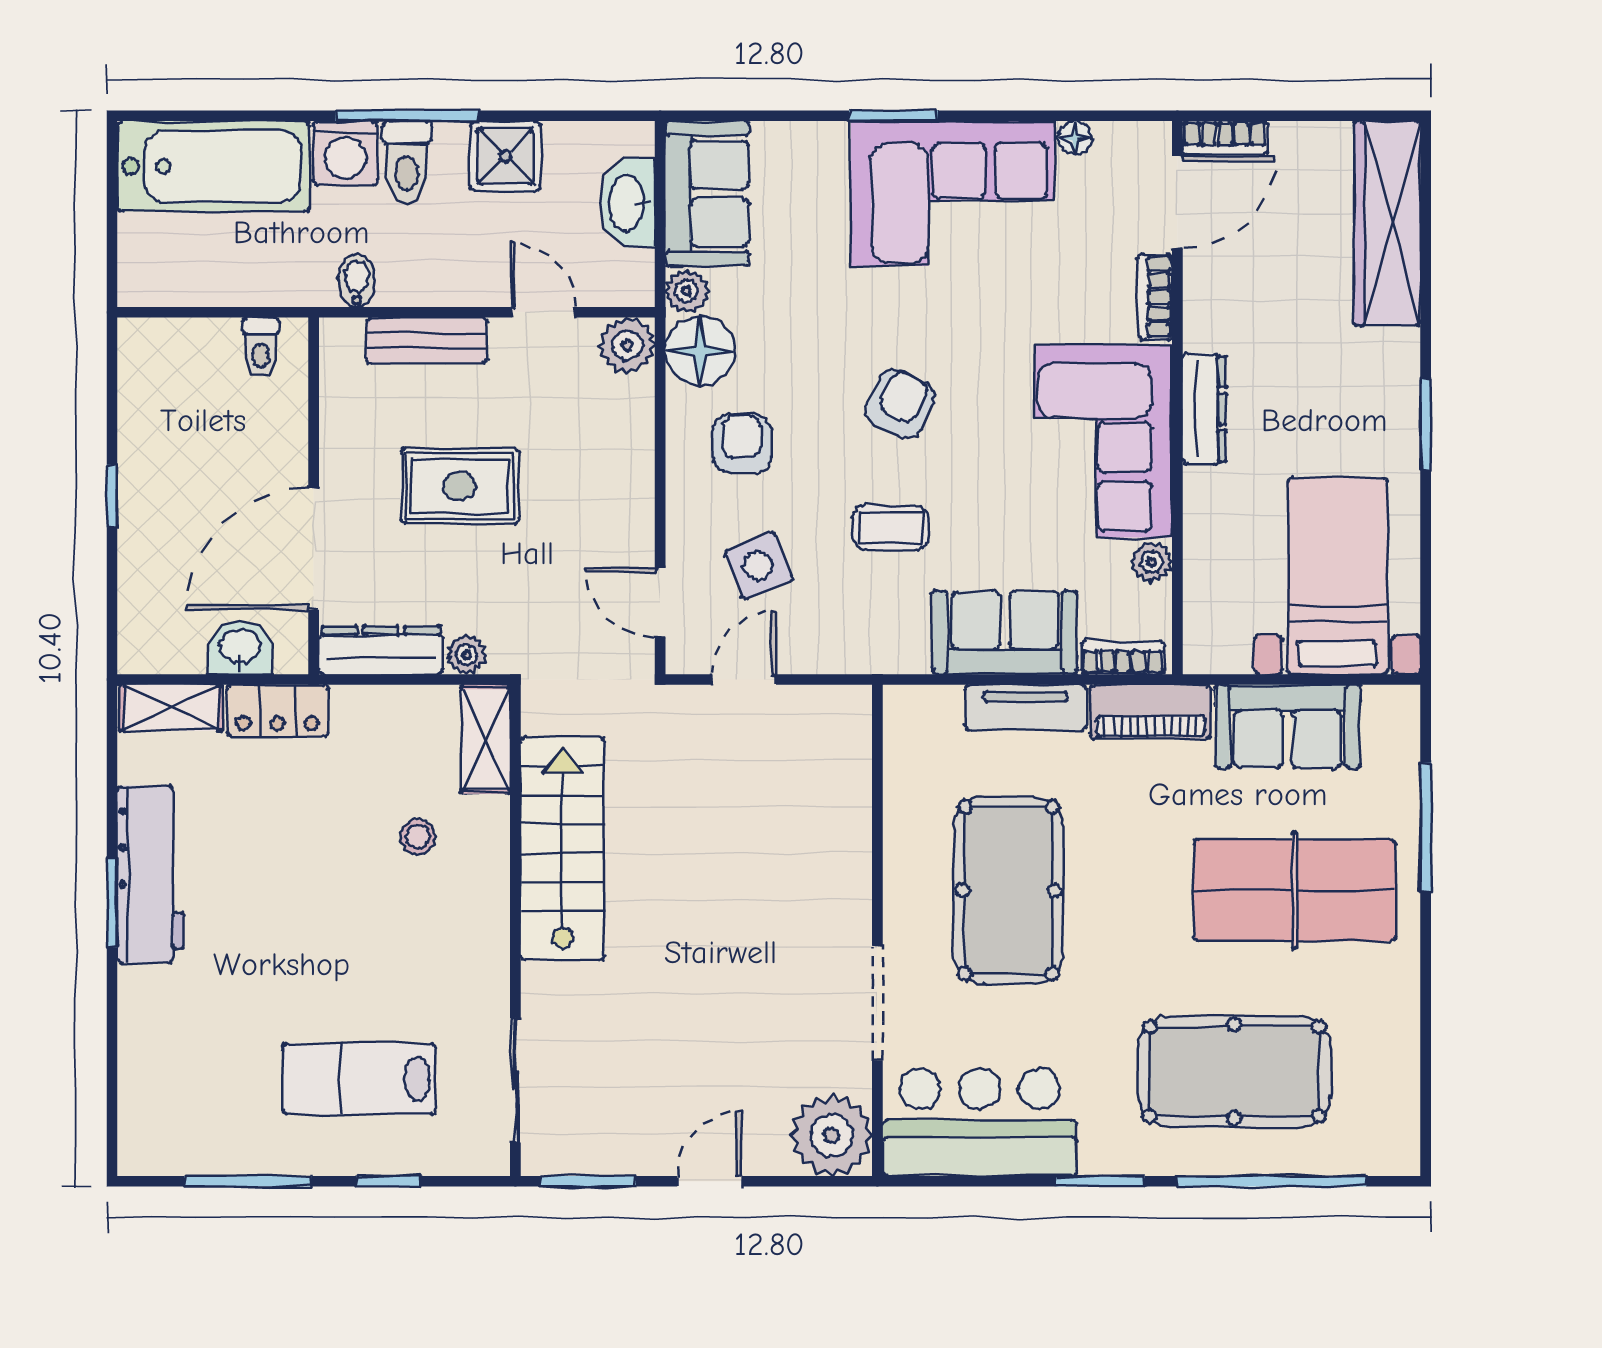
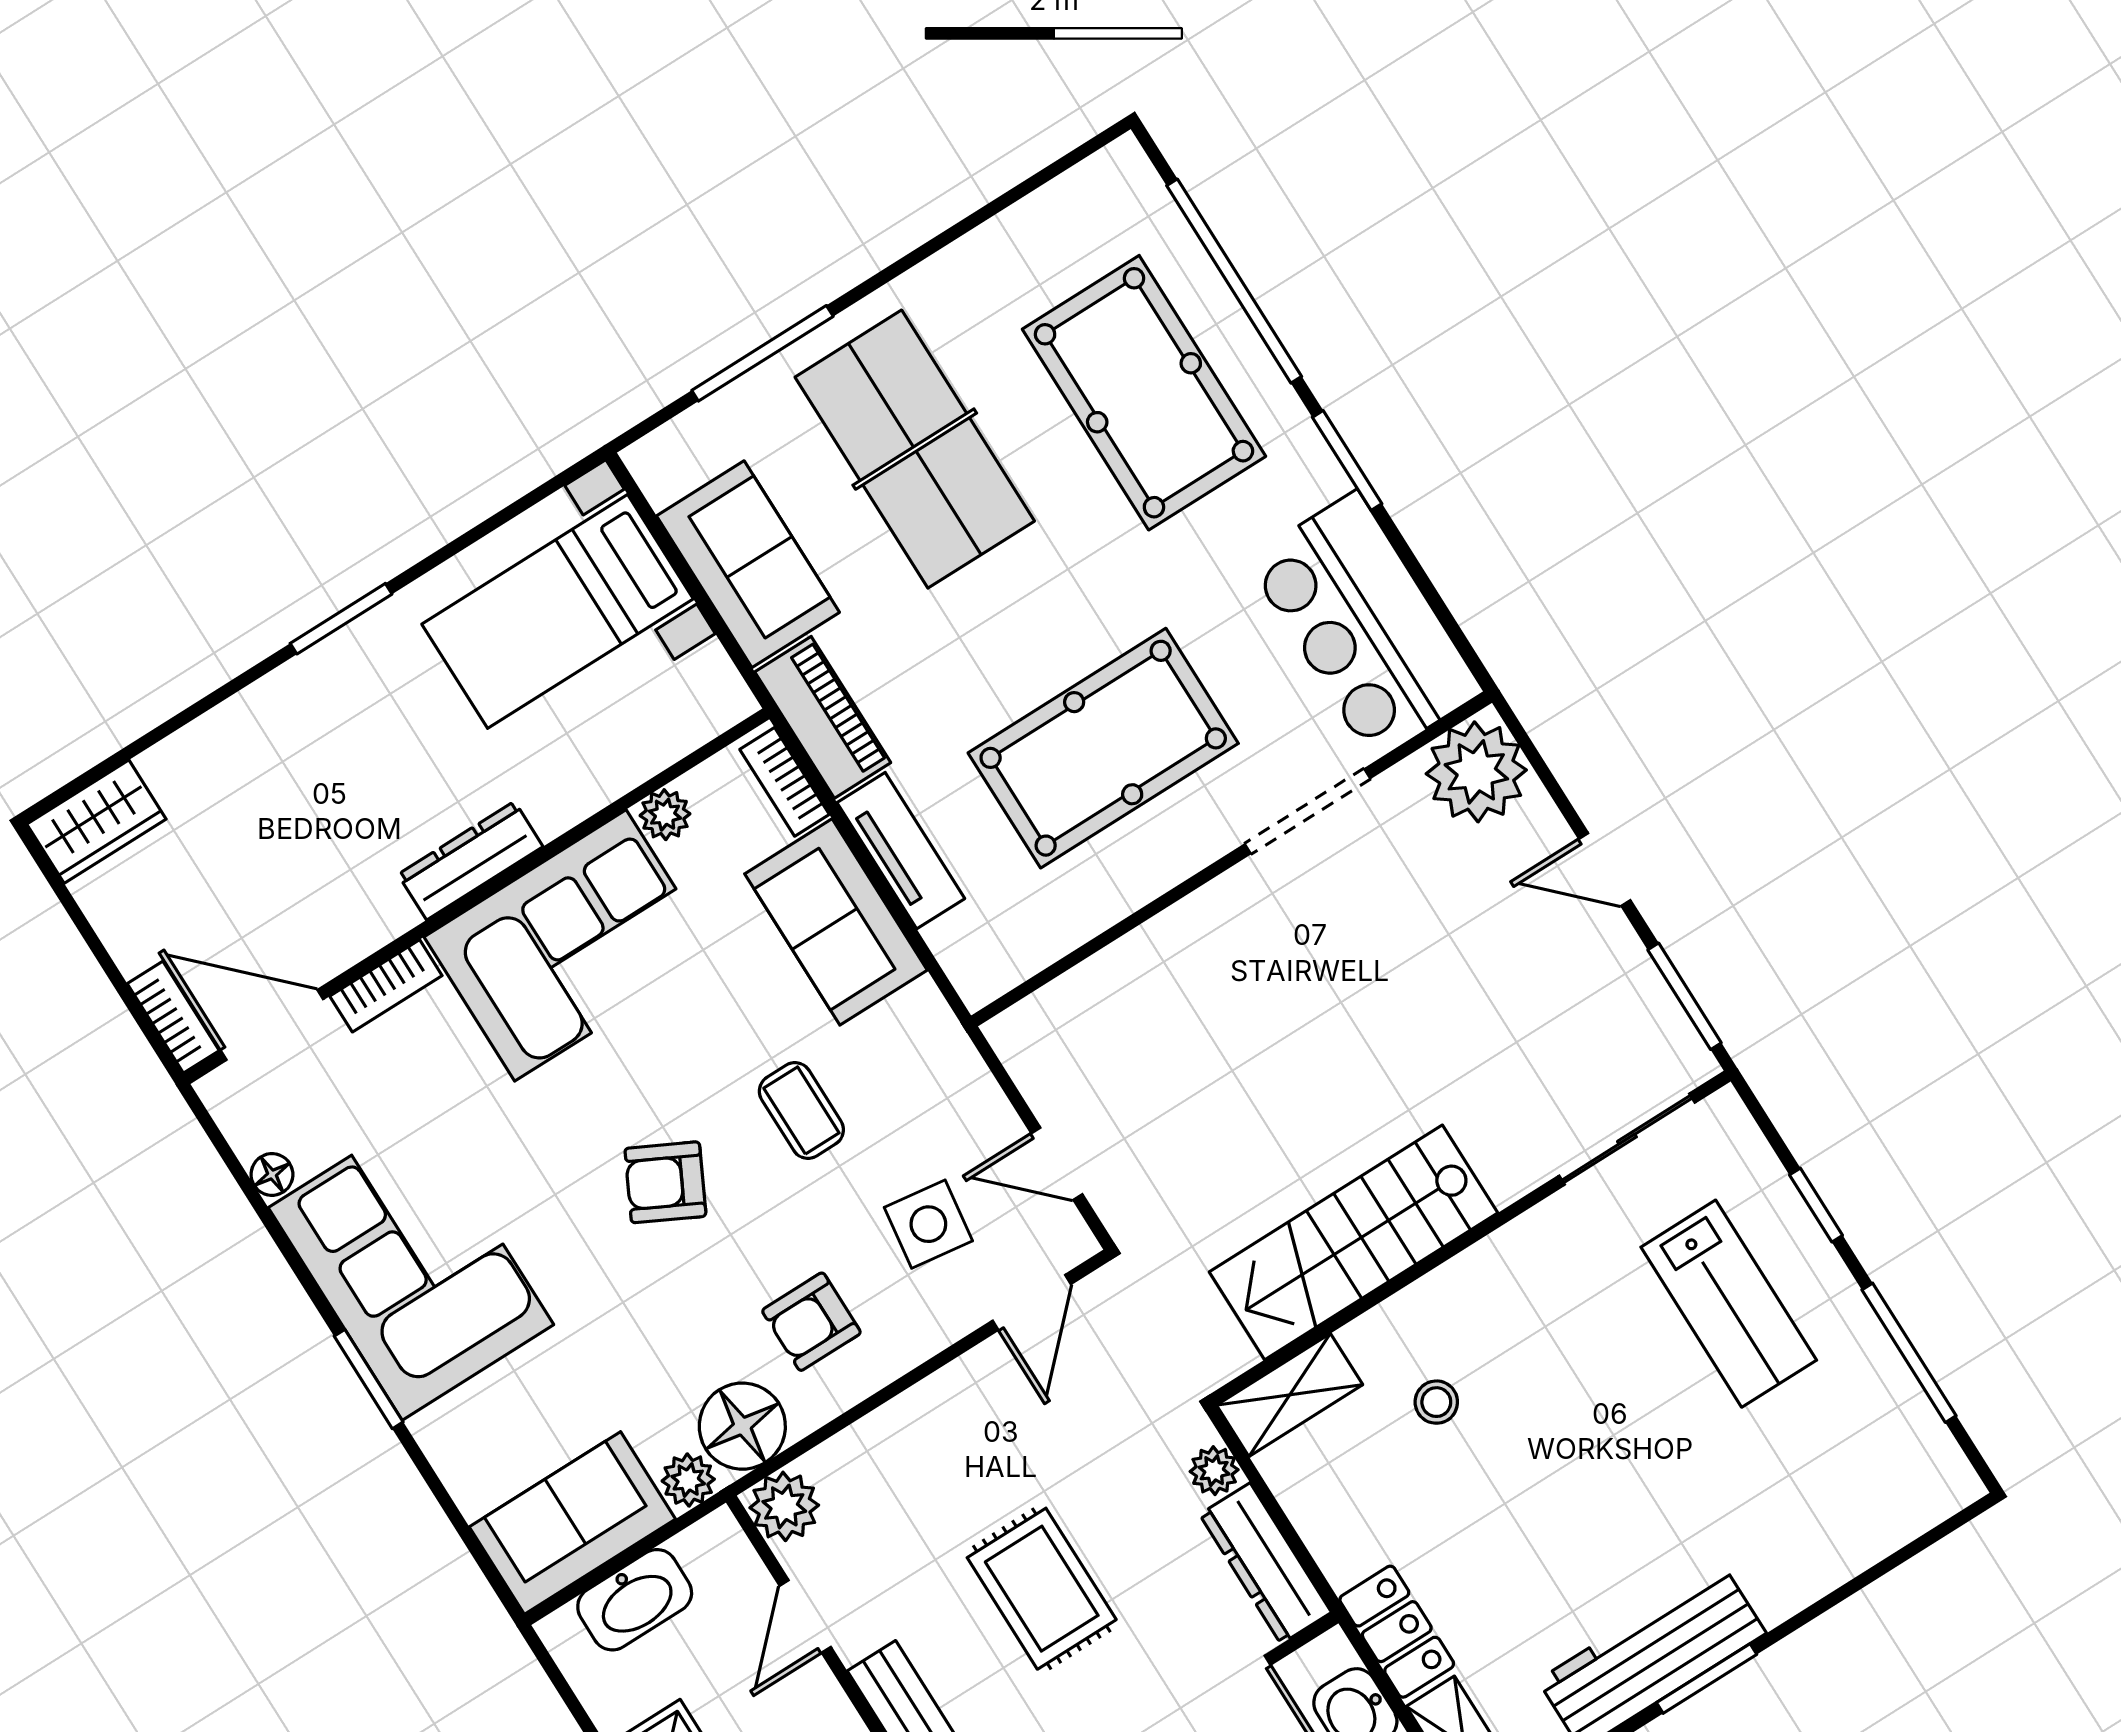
wardrobe: (1387, 223) -> (96, 822), width x0.48, depth x0.85
side table: (758, 566) -> (928, 1224), turned 30

